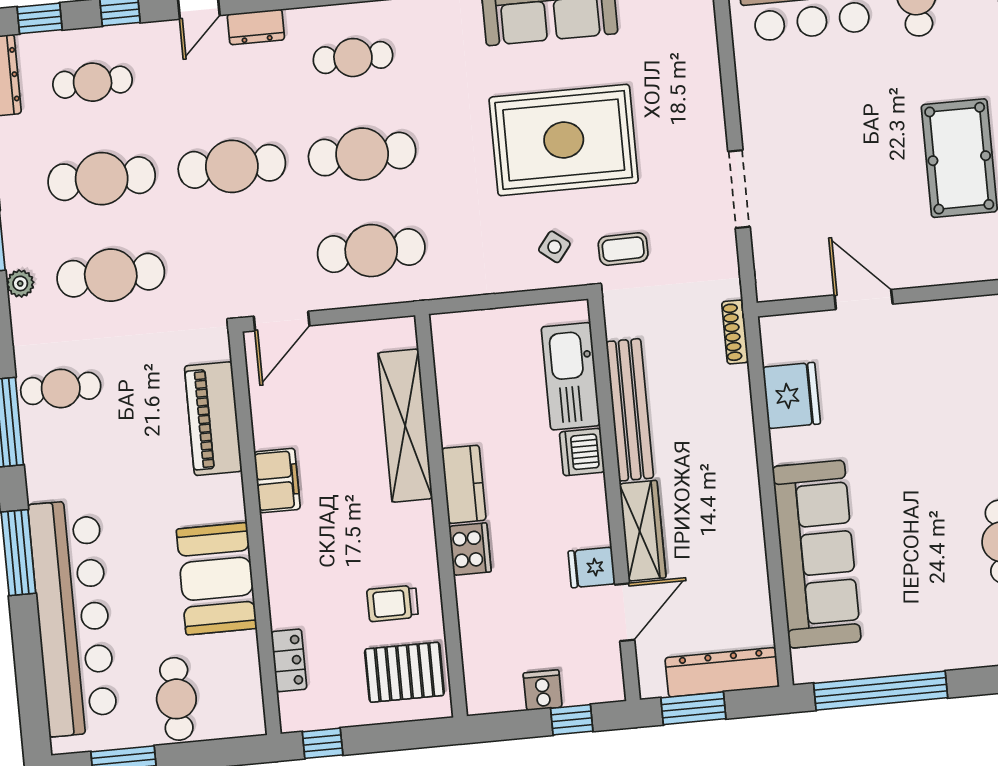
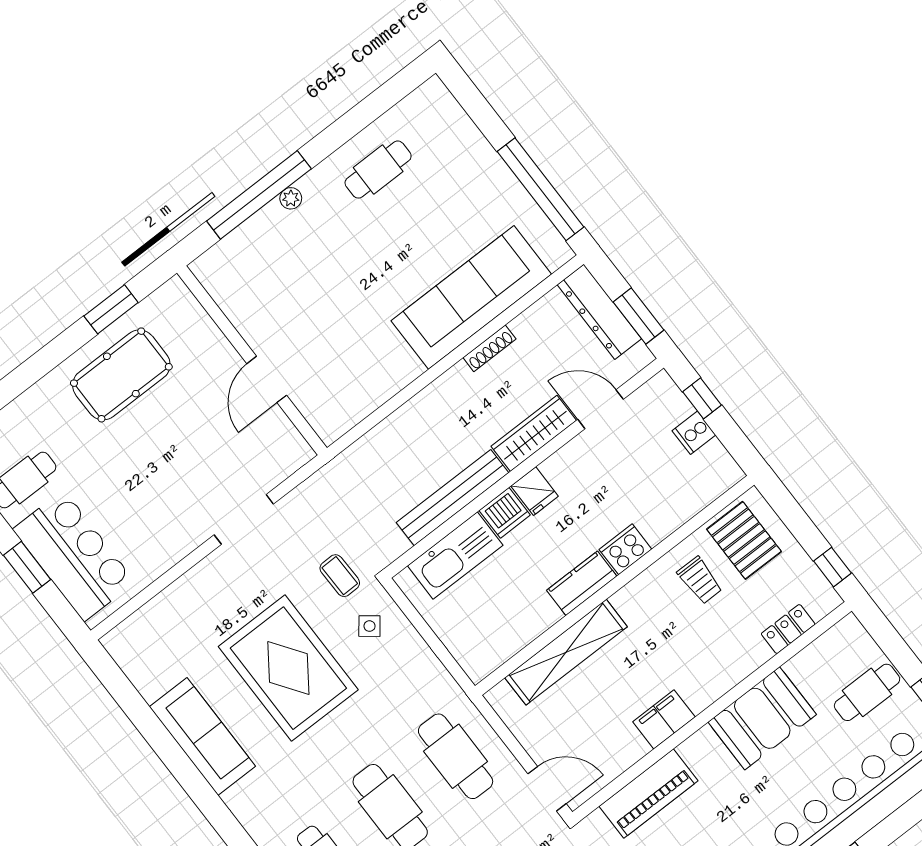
shoe rack: (735, 332) -> (489, 348), moved
fridge: (792, 395) -> (369, 388), removed
fridge: (592, 567) -> (535, 491), moved

